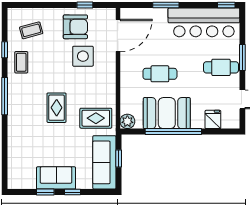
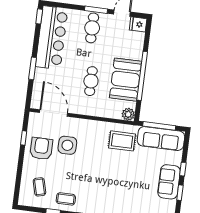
window: (242, 57) -> (96, 10), moved
rug: (57, 108) -> (109, 174), removed
rug: (96, 118) -> (122, 141), turned 90
fridge: (213, 119) -> (138, 24), moved
window: (119, 159) -> (159, 126), width x2.17

